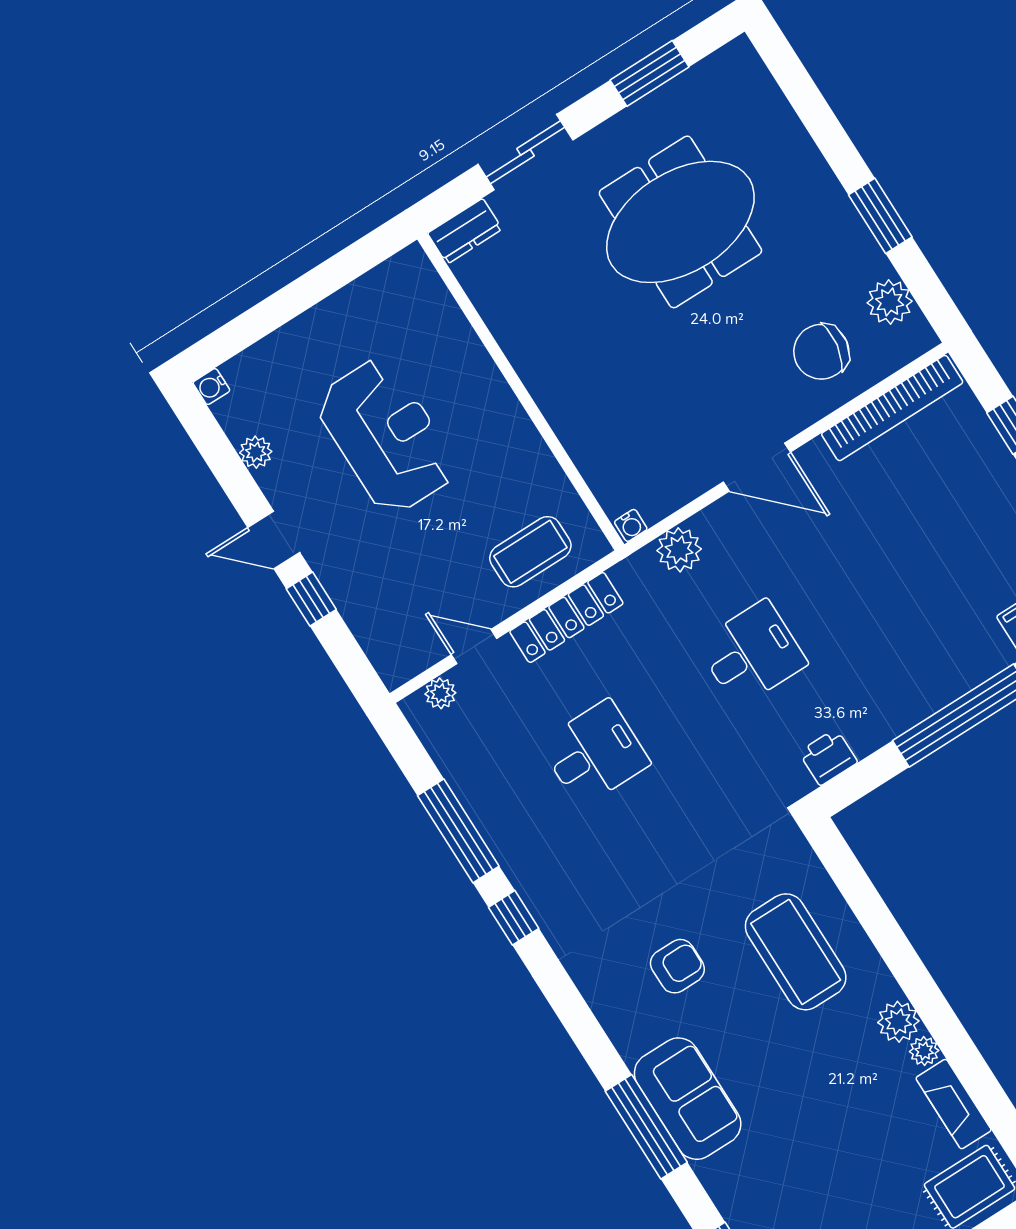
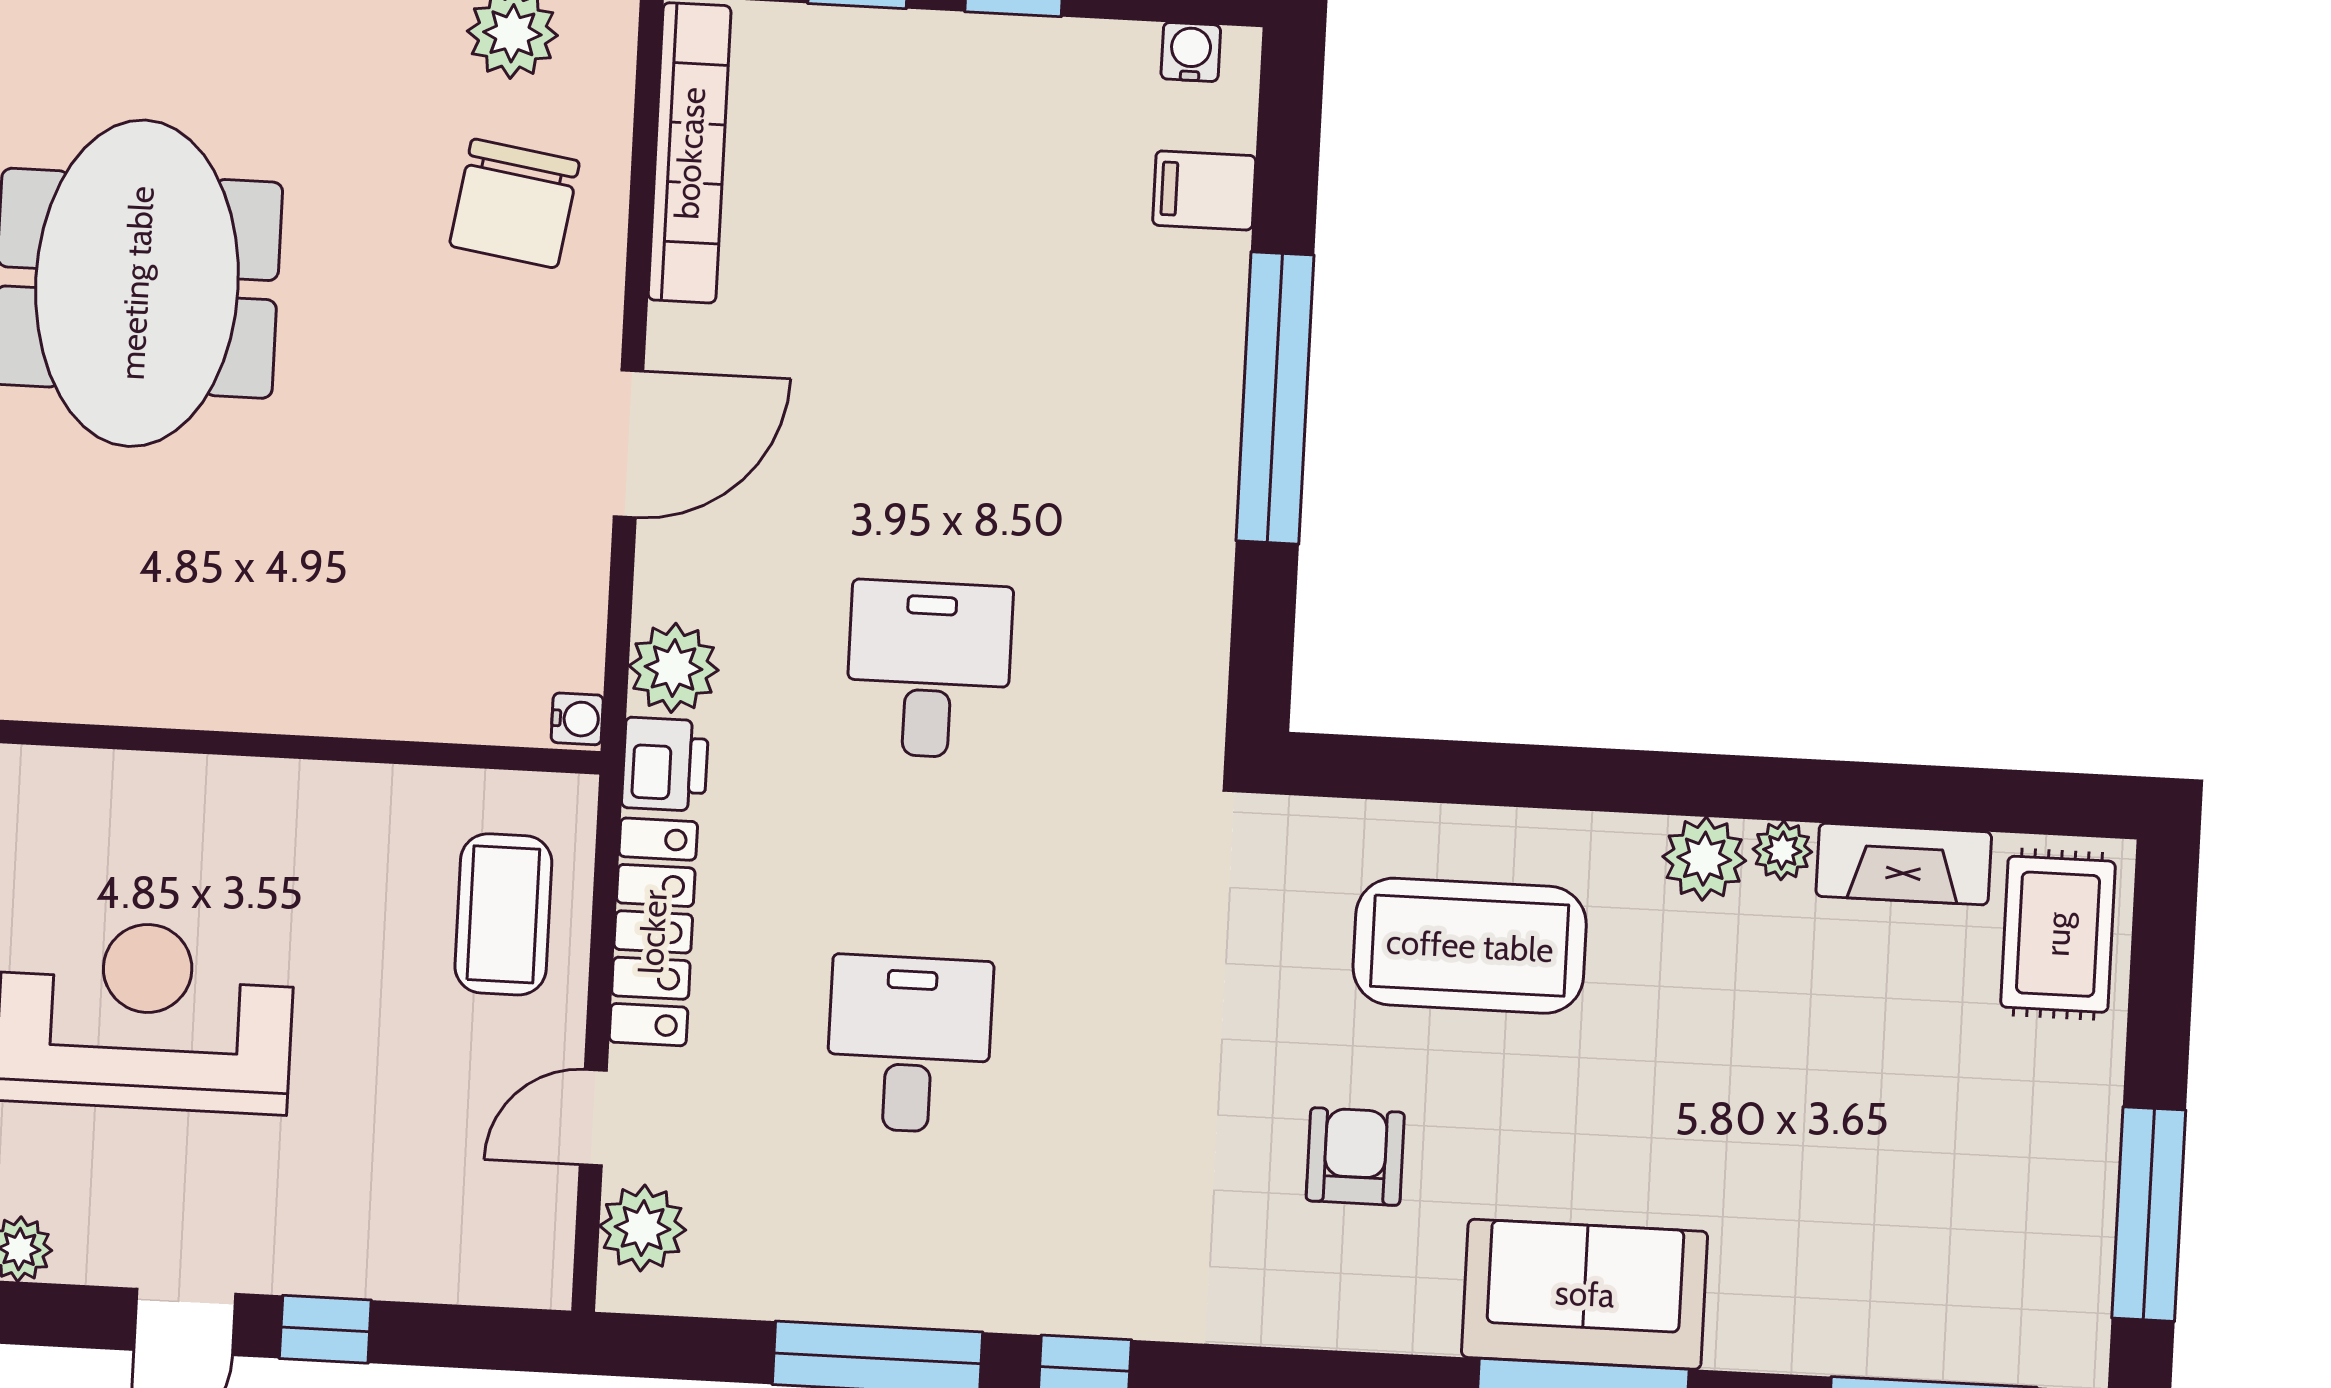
plant: (440, 693) -> (643, 1228), width x1.38, depth x1.38
printer: (828, 757) -> (665, 764), moved, turned 180

